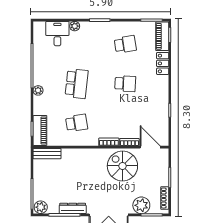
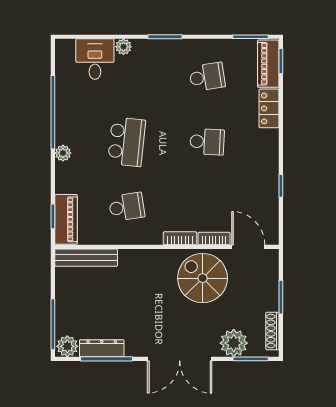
bench: (47, 154) -> (86, 258), width x1.36
dresser: (73, 208) -> (102, 348), moved

